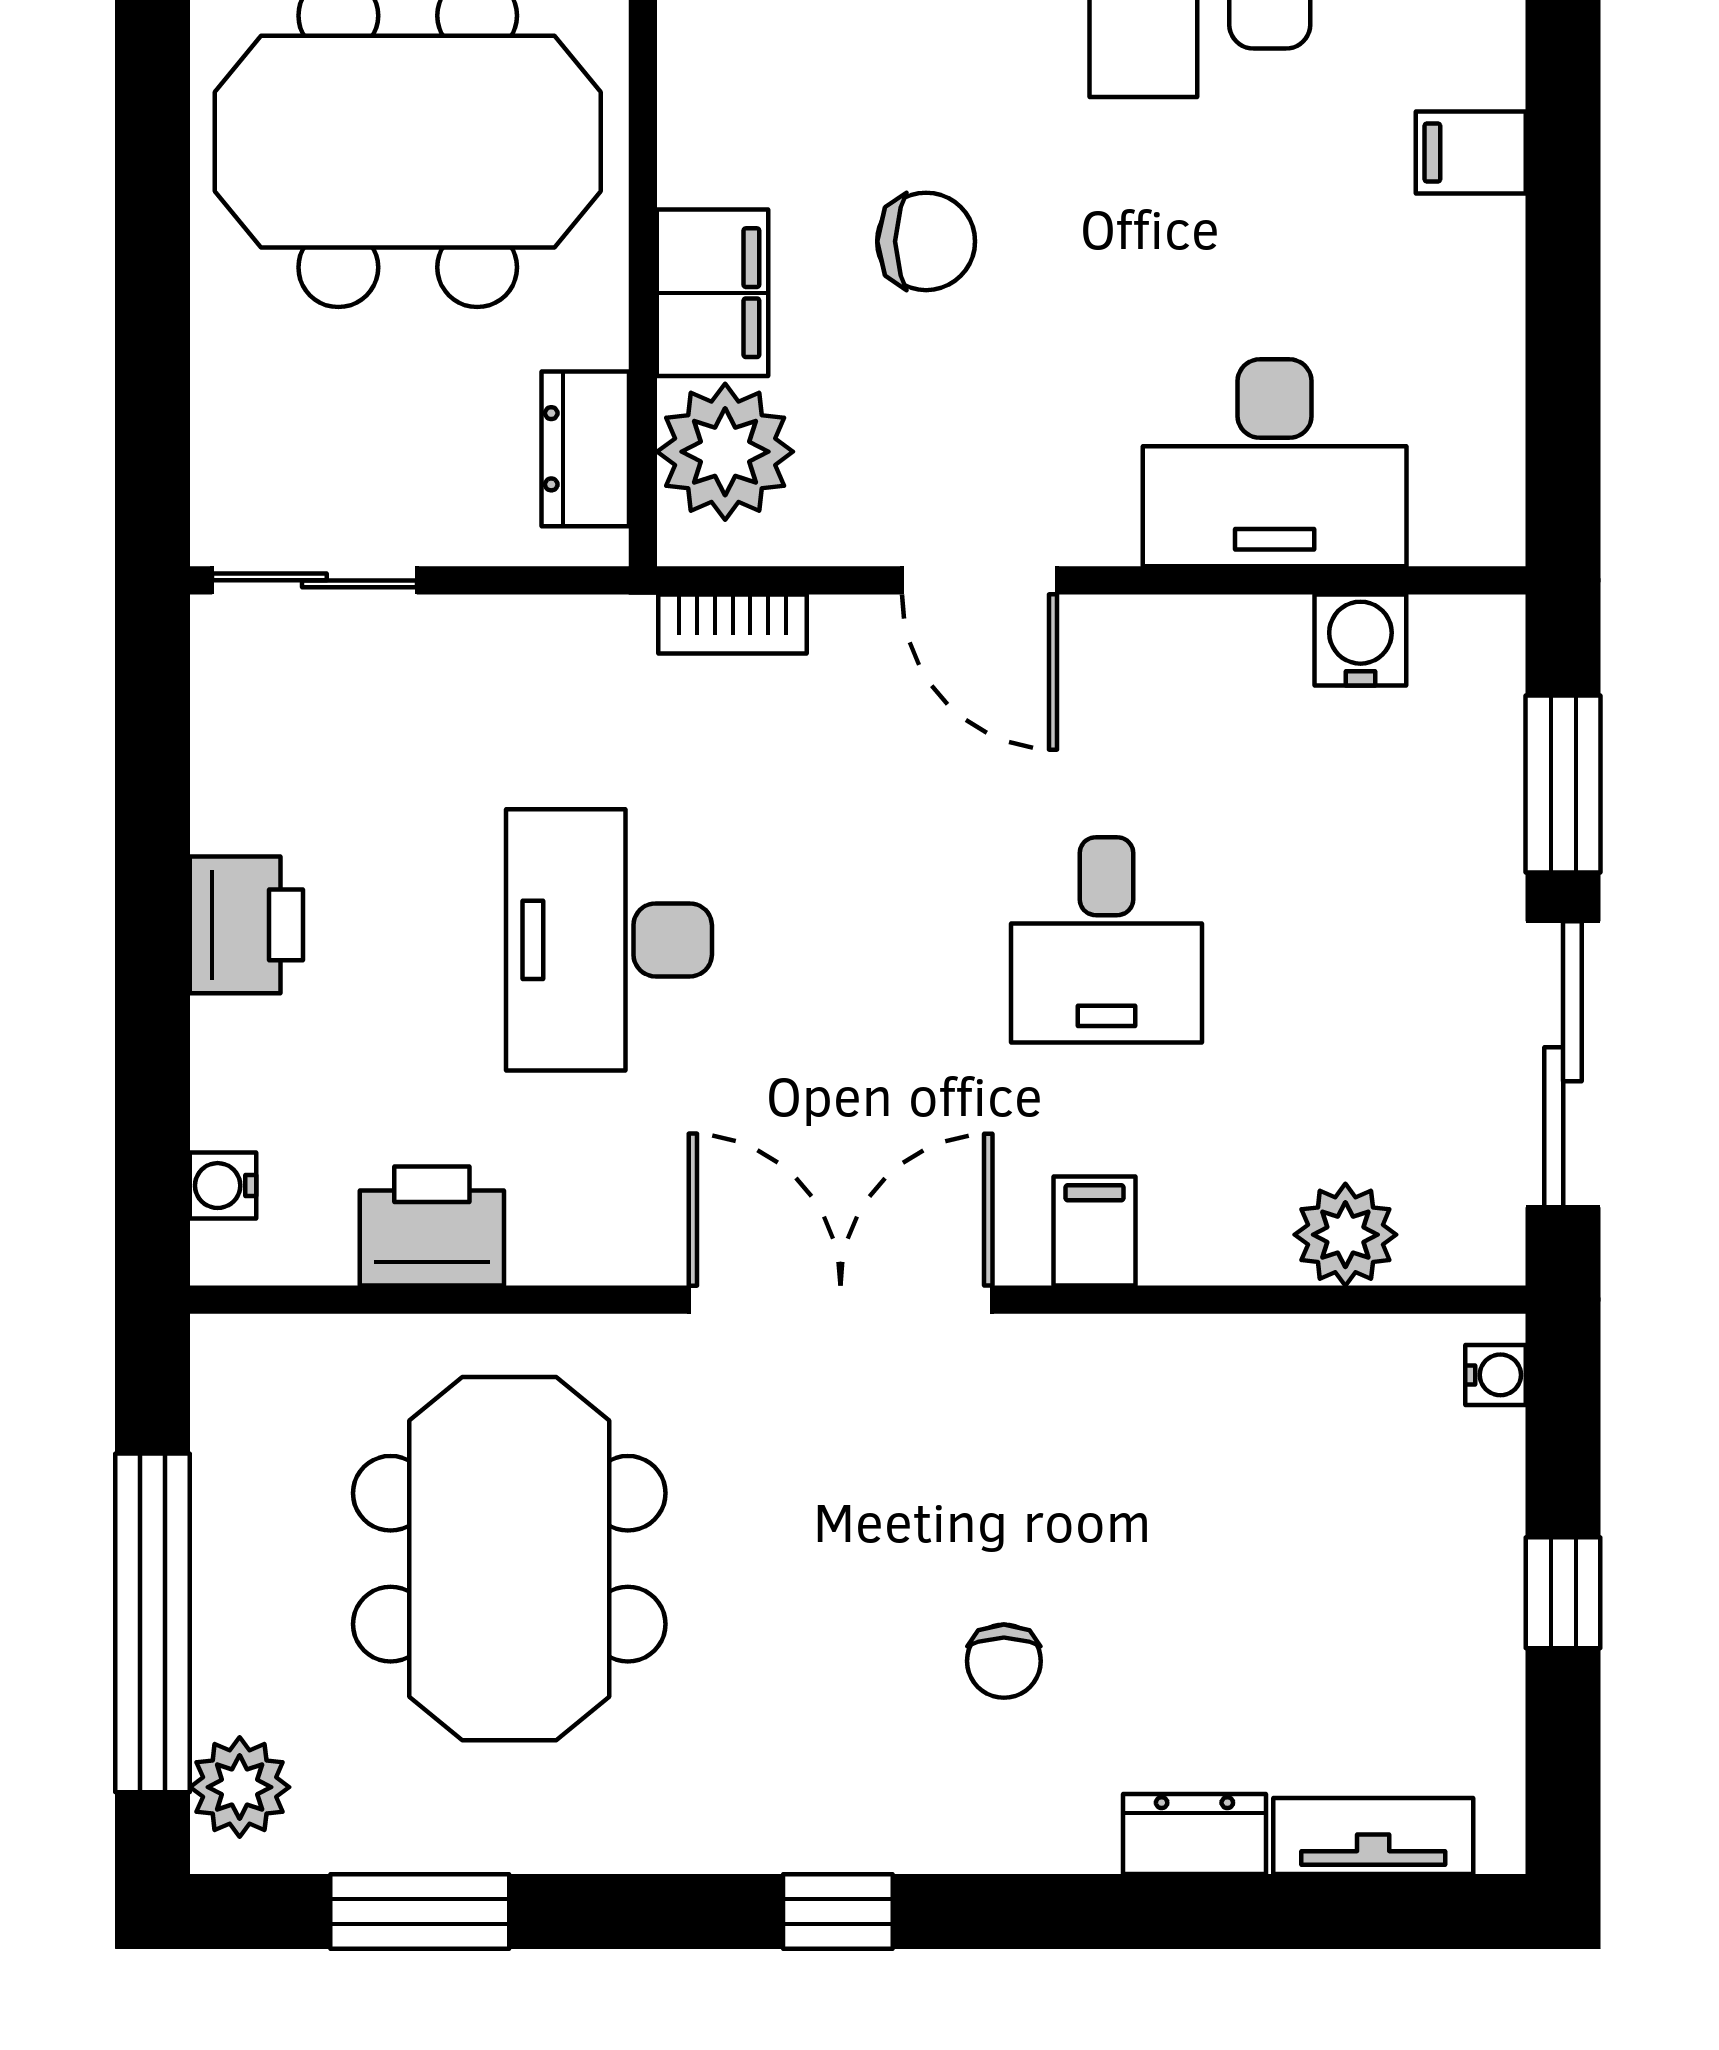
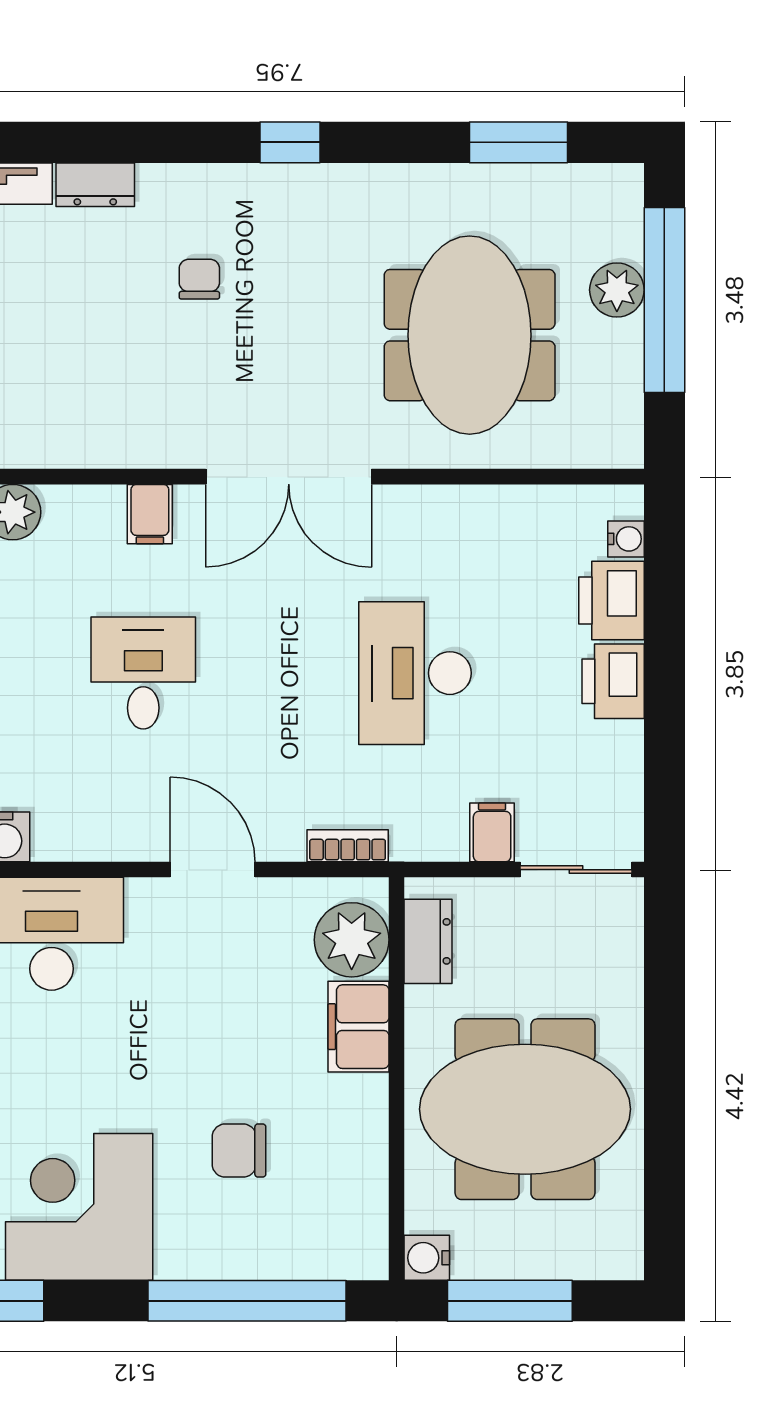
chair: (926, 241) -> (239, 1151), moved
filing cabinet: (468, 648) -> (492, 832), added
desk: (609, 940) -> (415, 673), turned 180
printer: (432, 1226) -> (612, 600), moved, turned 90
plant: (240, 1787) -> (617, 290), moved

